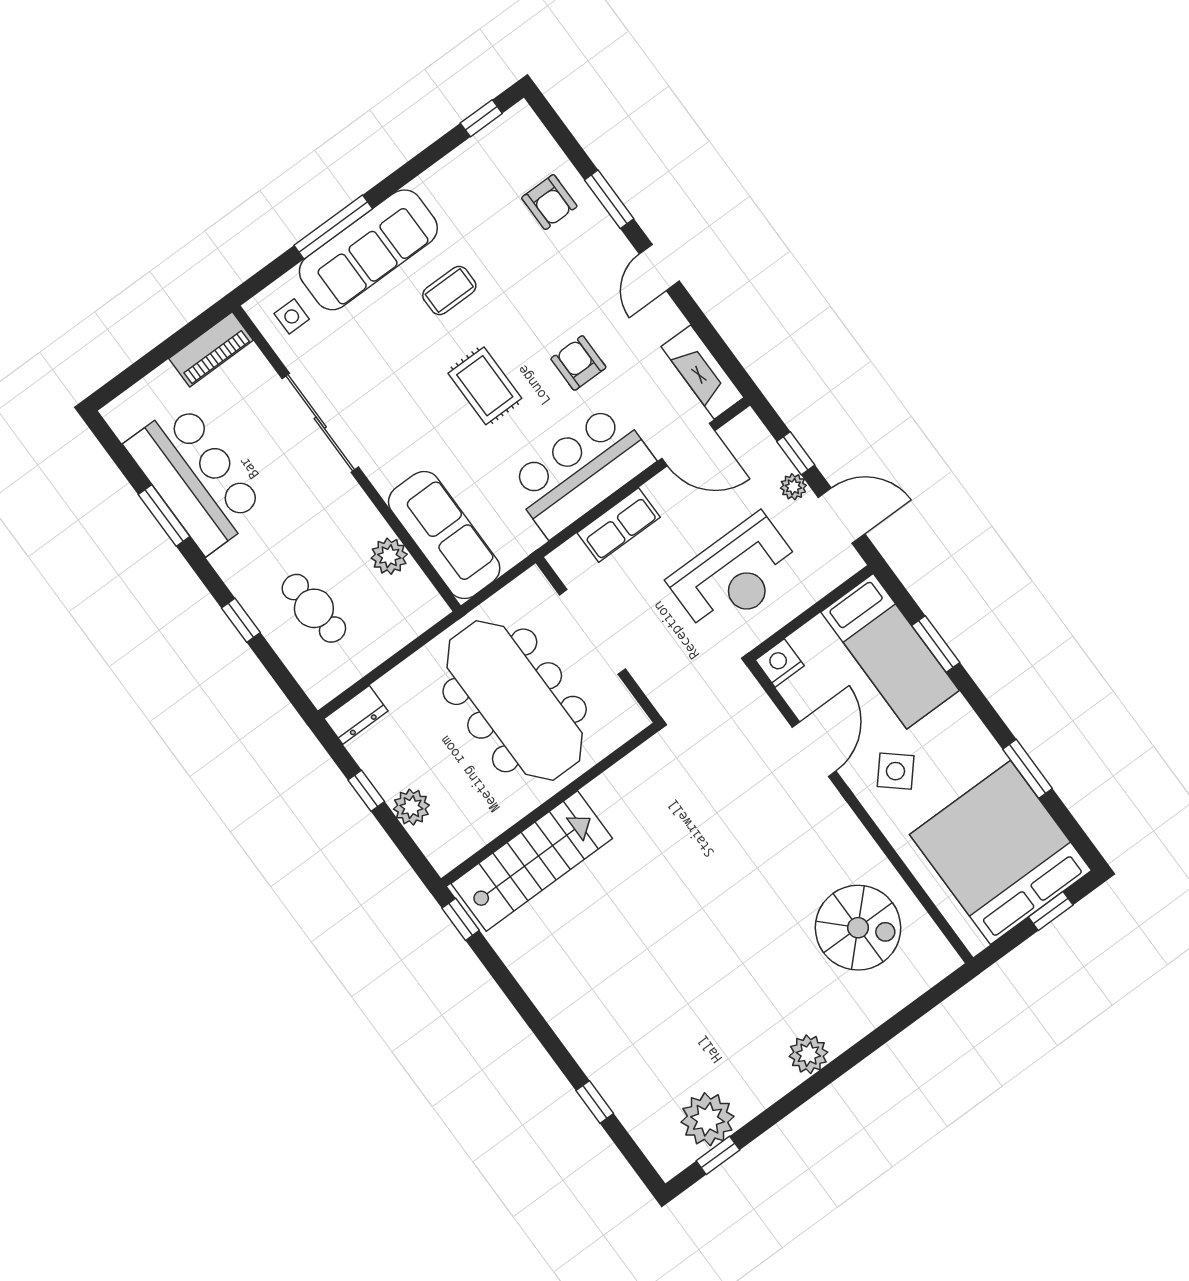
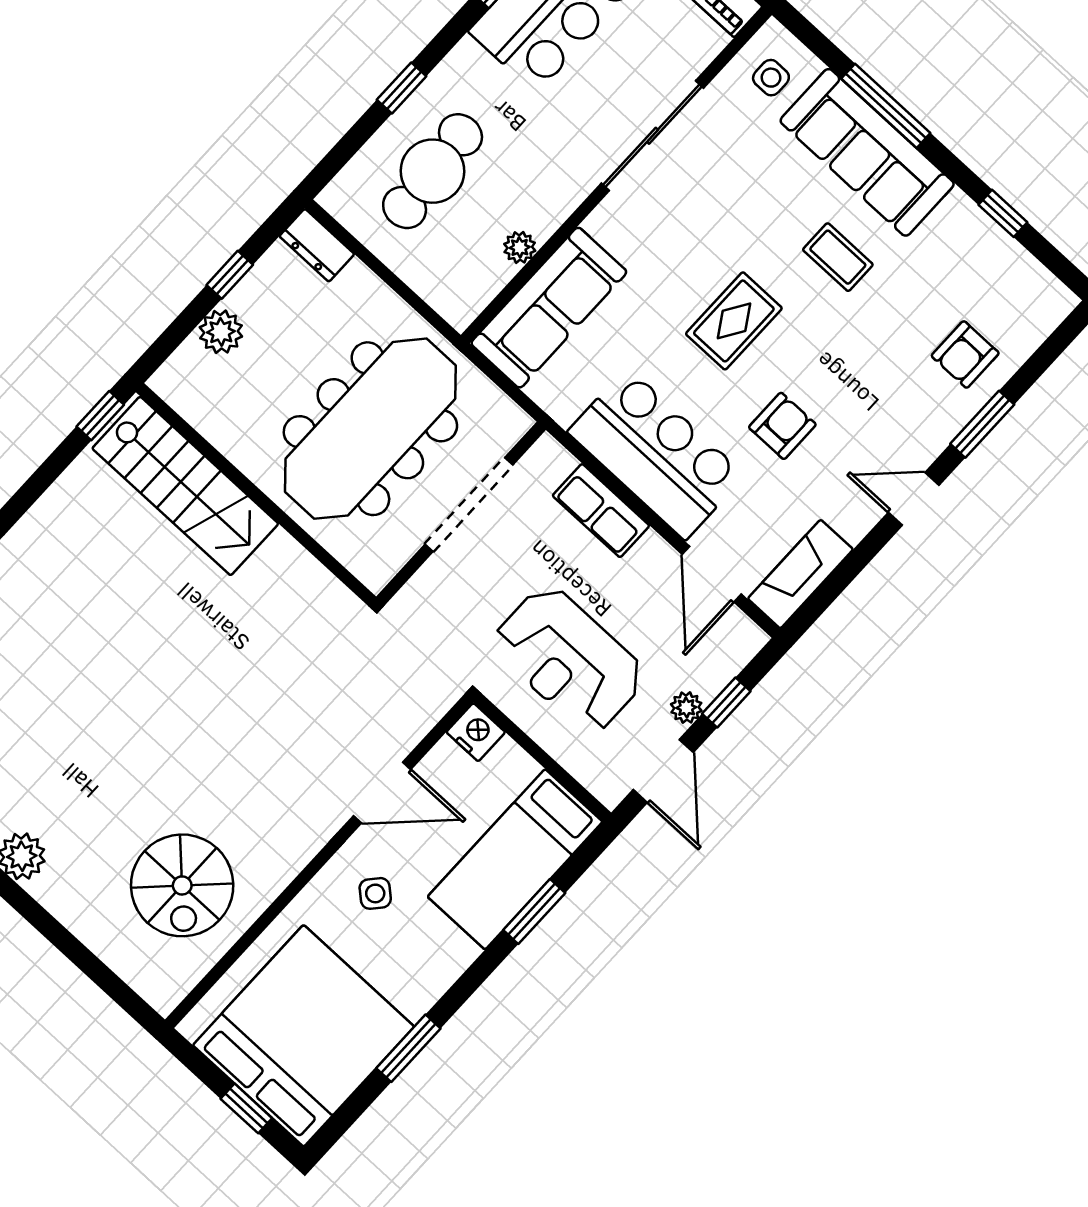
window: (481, 118) -> (1003, 213), moved
plant: (389, 556) -> (520, 247), width x0.73, depth x0.73
cafe table: (314, 608) -> (433, 171), width x1.37, depth x1.35
side table: (896, 771) -> (375, 893), width x0.73, depth x0.73

